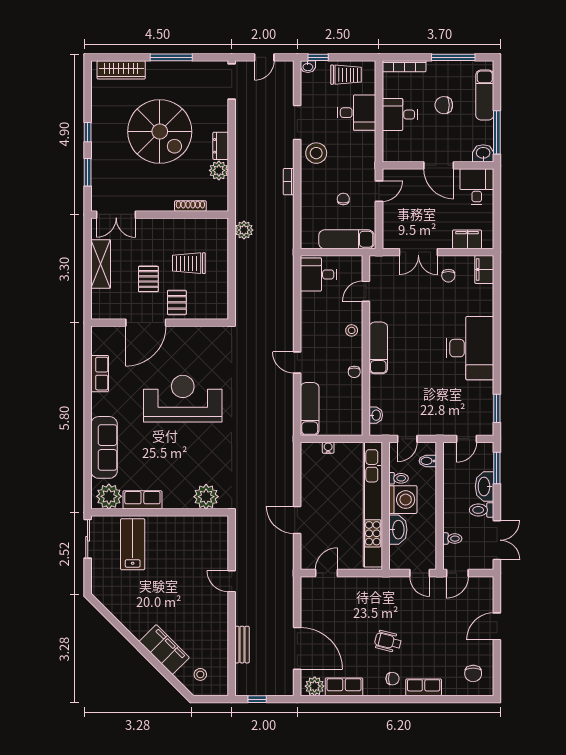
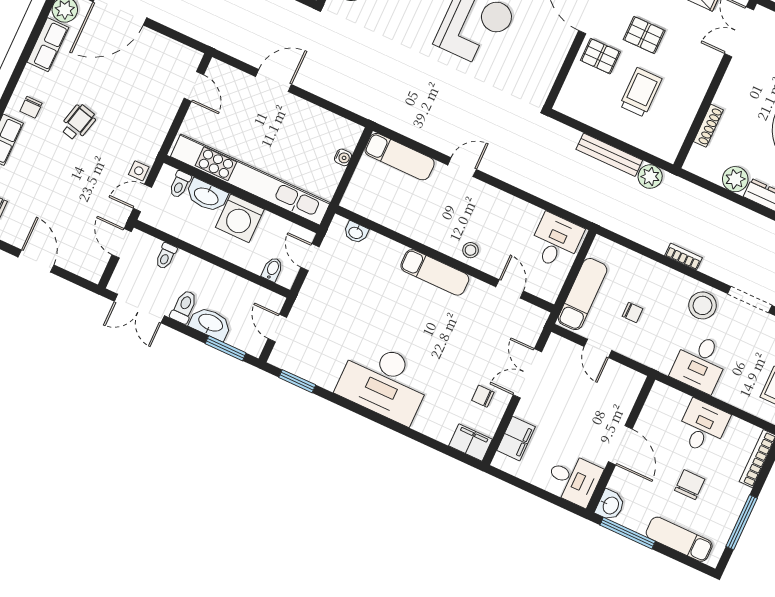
desk: (357, 113) -> (700, 363), moved
door: (439, 165) -> (620, 445), swing flipped
door: (379, 191) -> (598, 348), moved
bench: (242, 265) -> (609, 155), added
chair: (354, 372) -> (419, 230), removed
toilet: (398, 478) -> (180, 184), moved
side table: (402, 584) -> (139, 171), added

